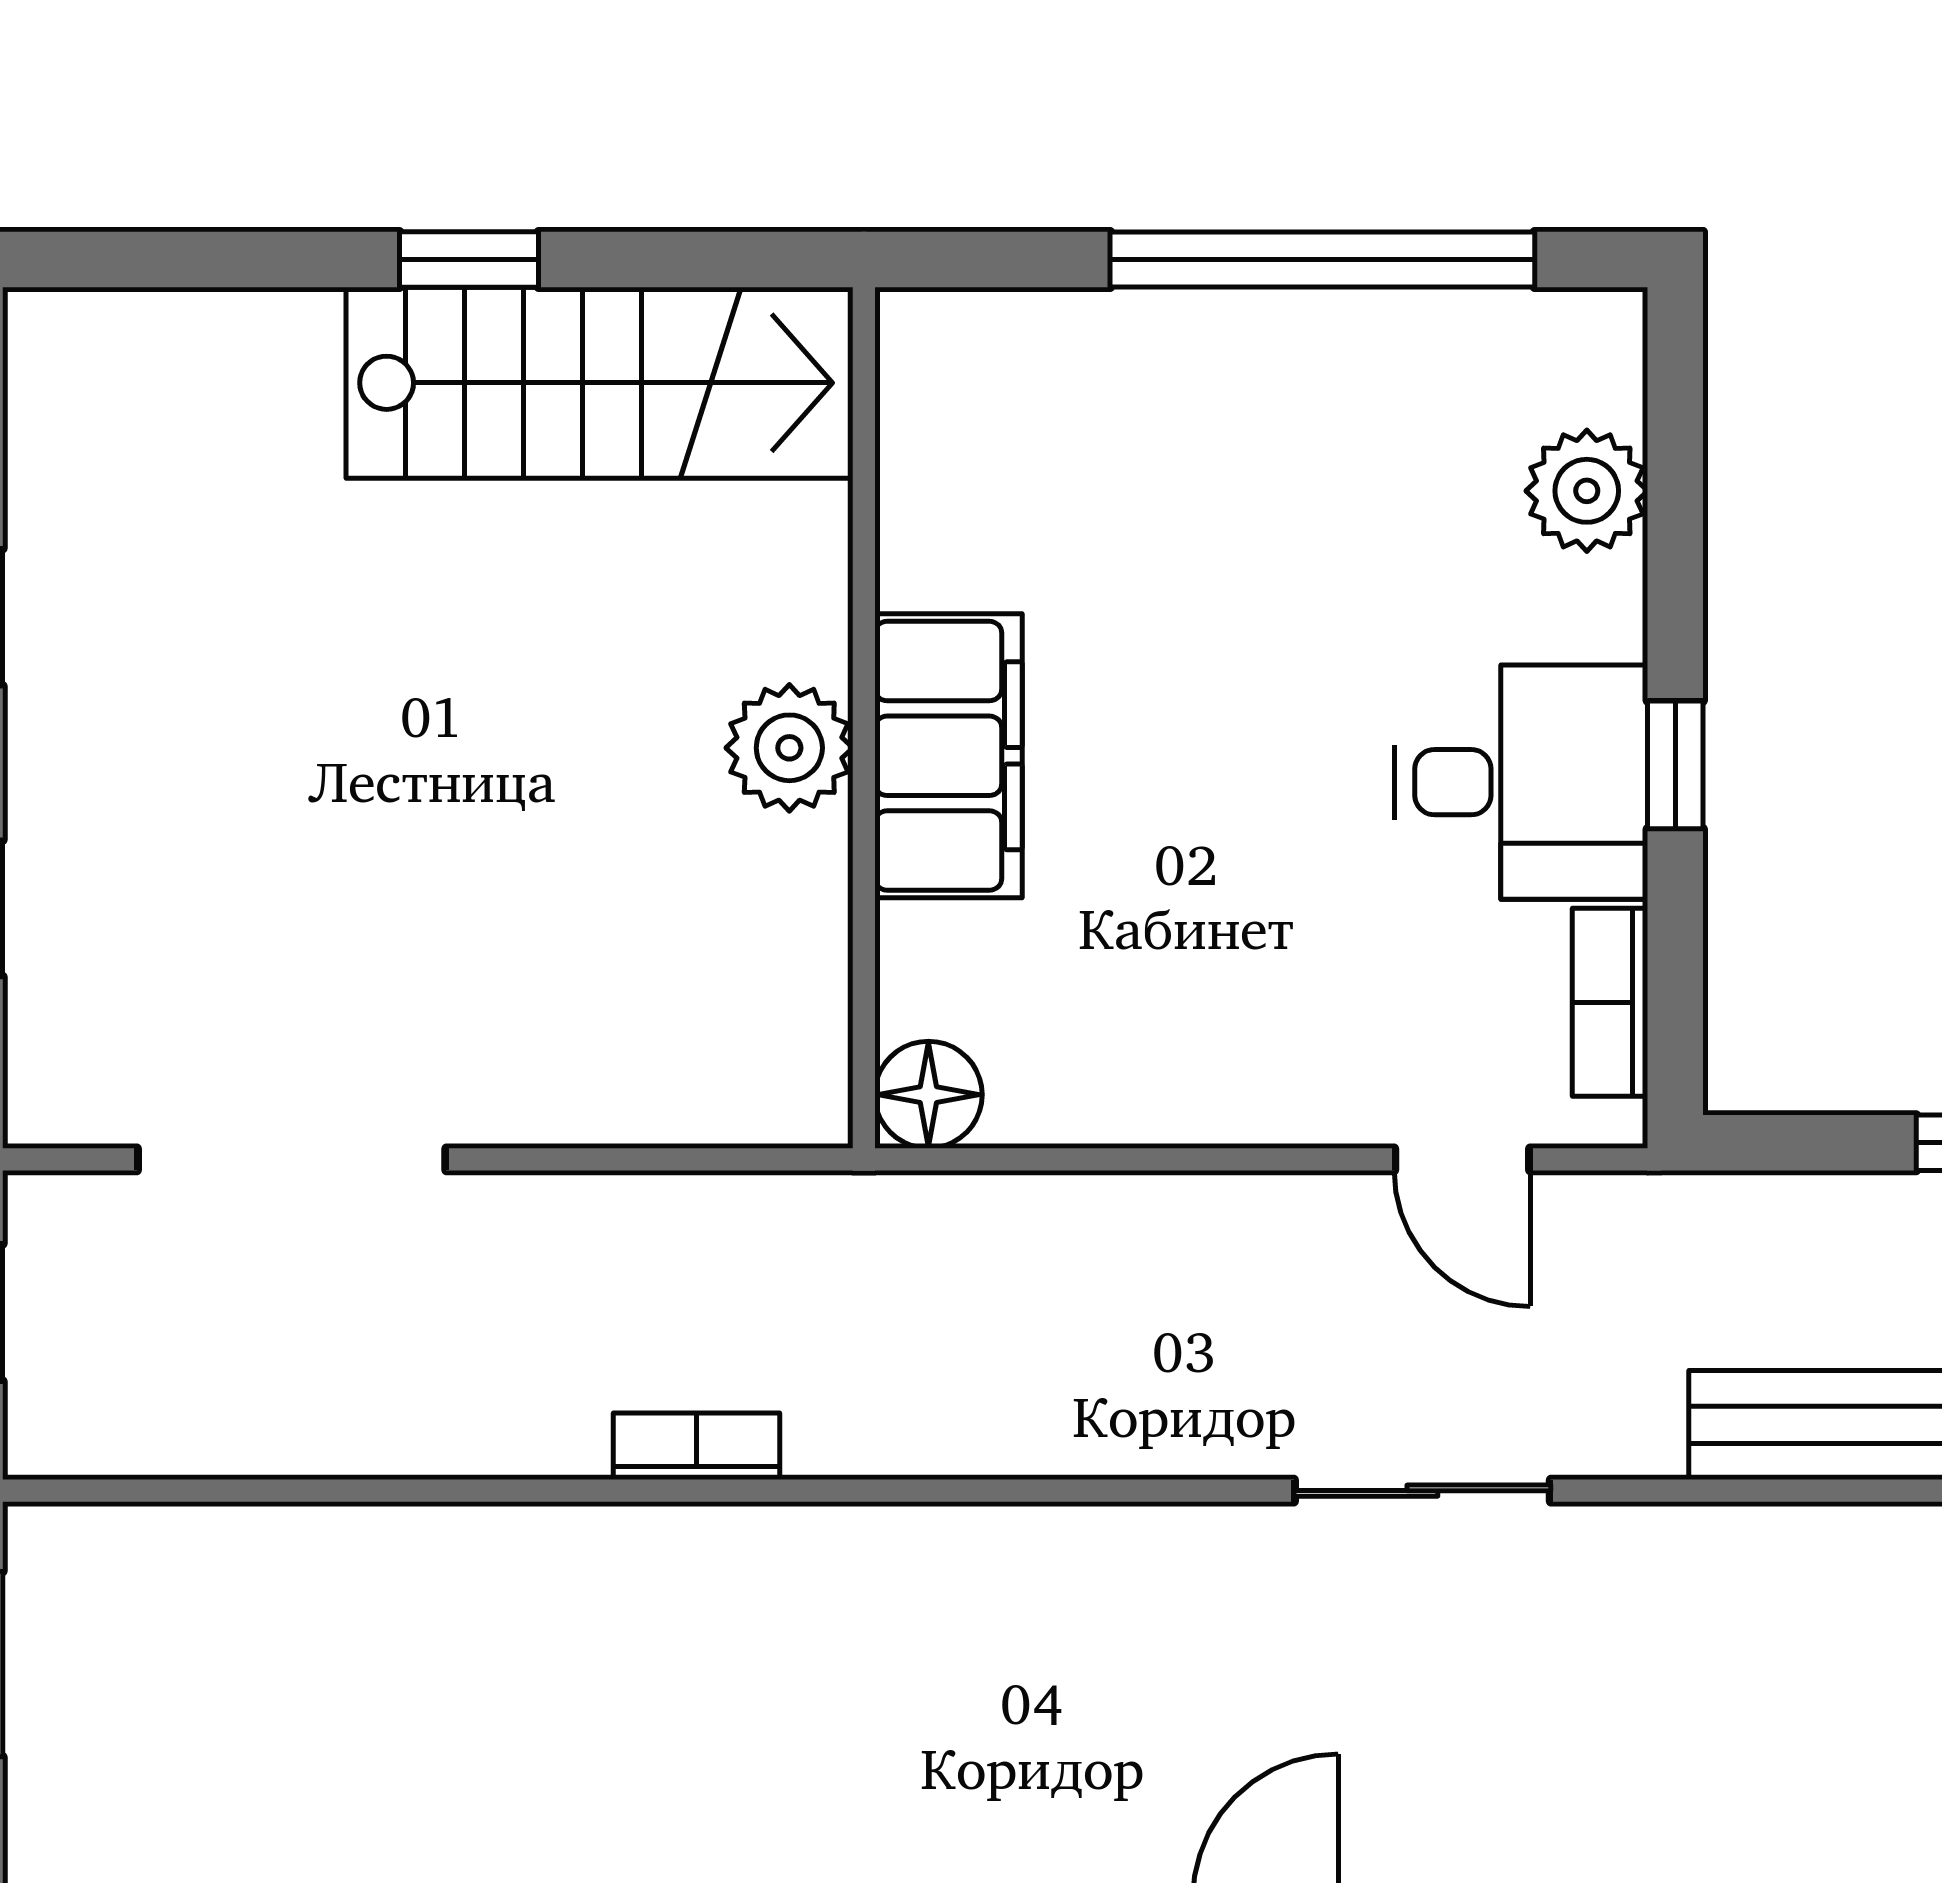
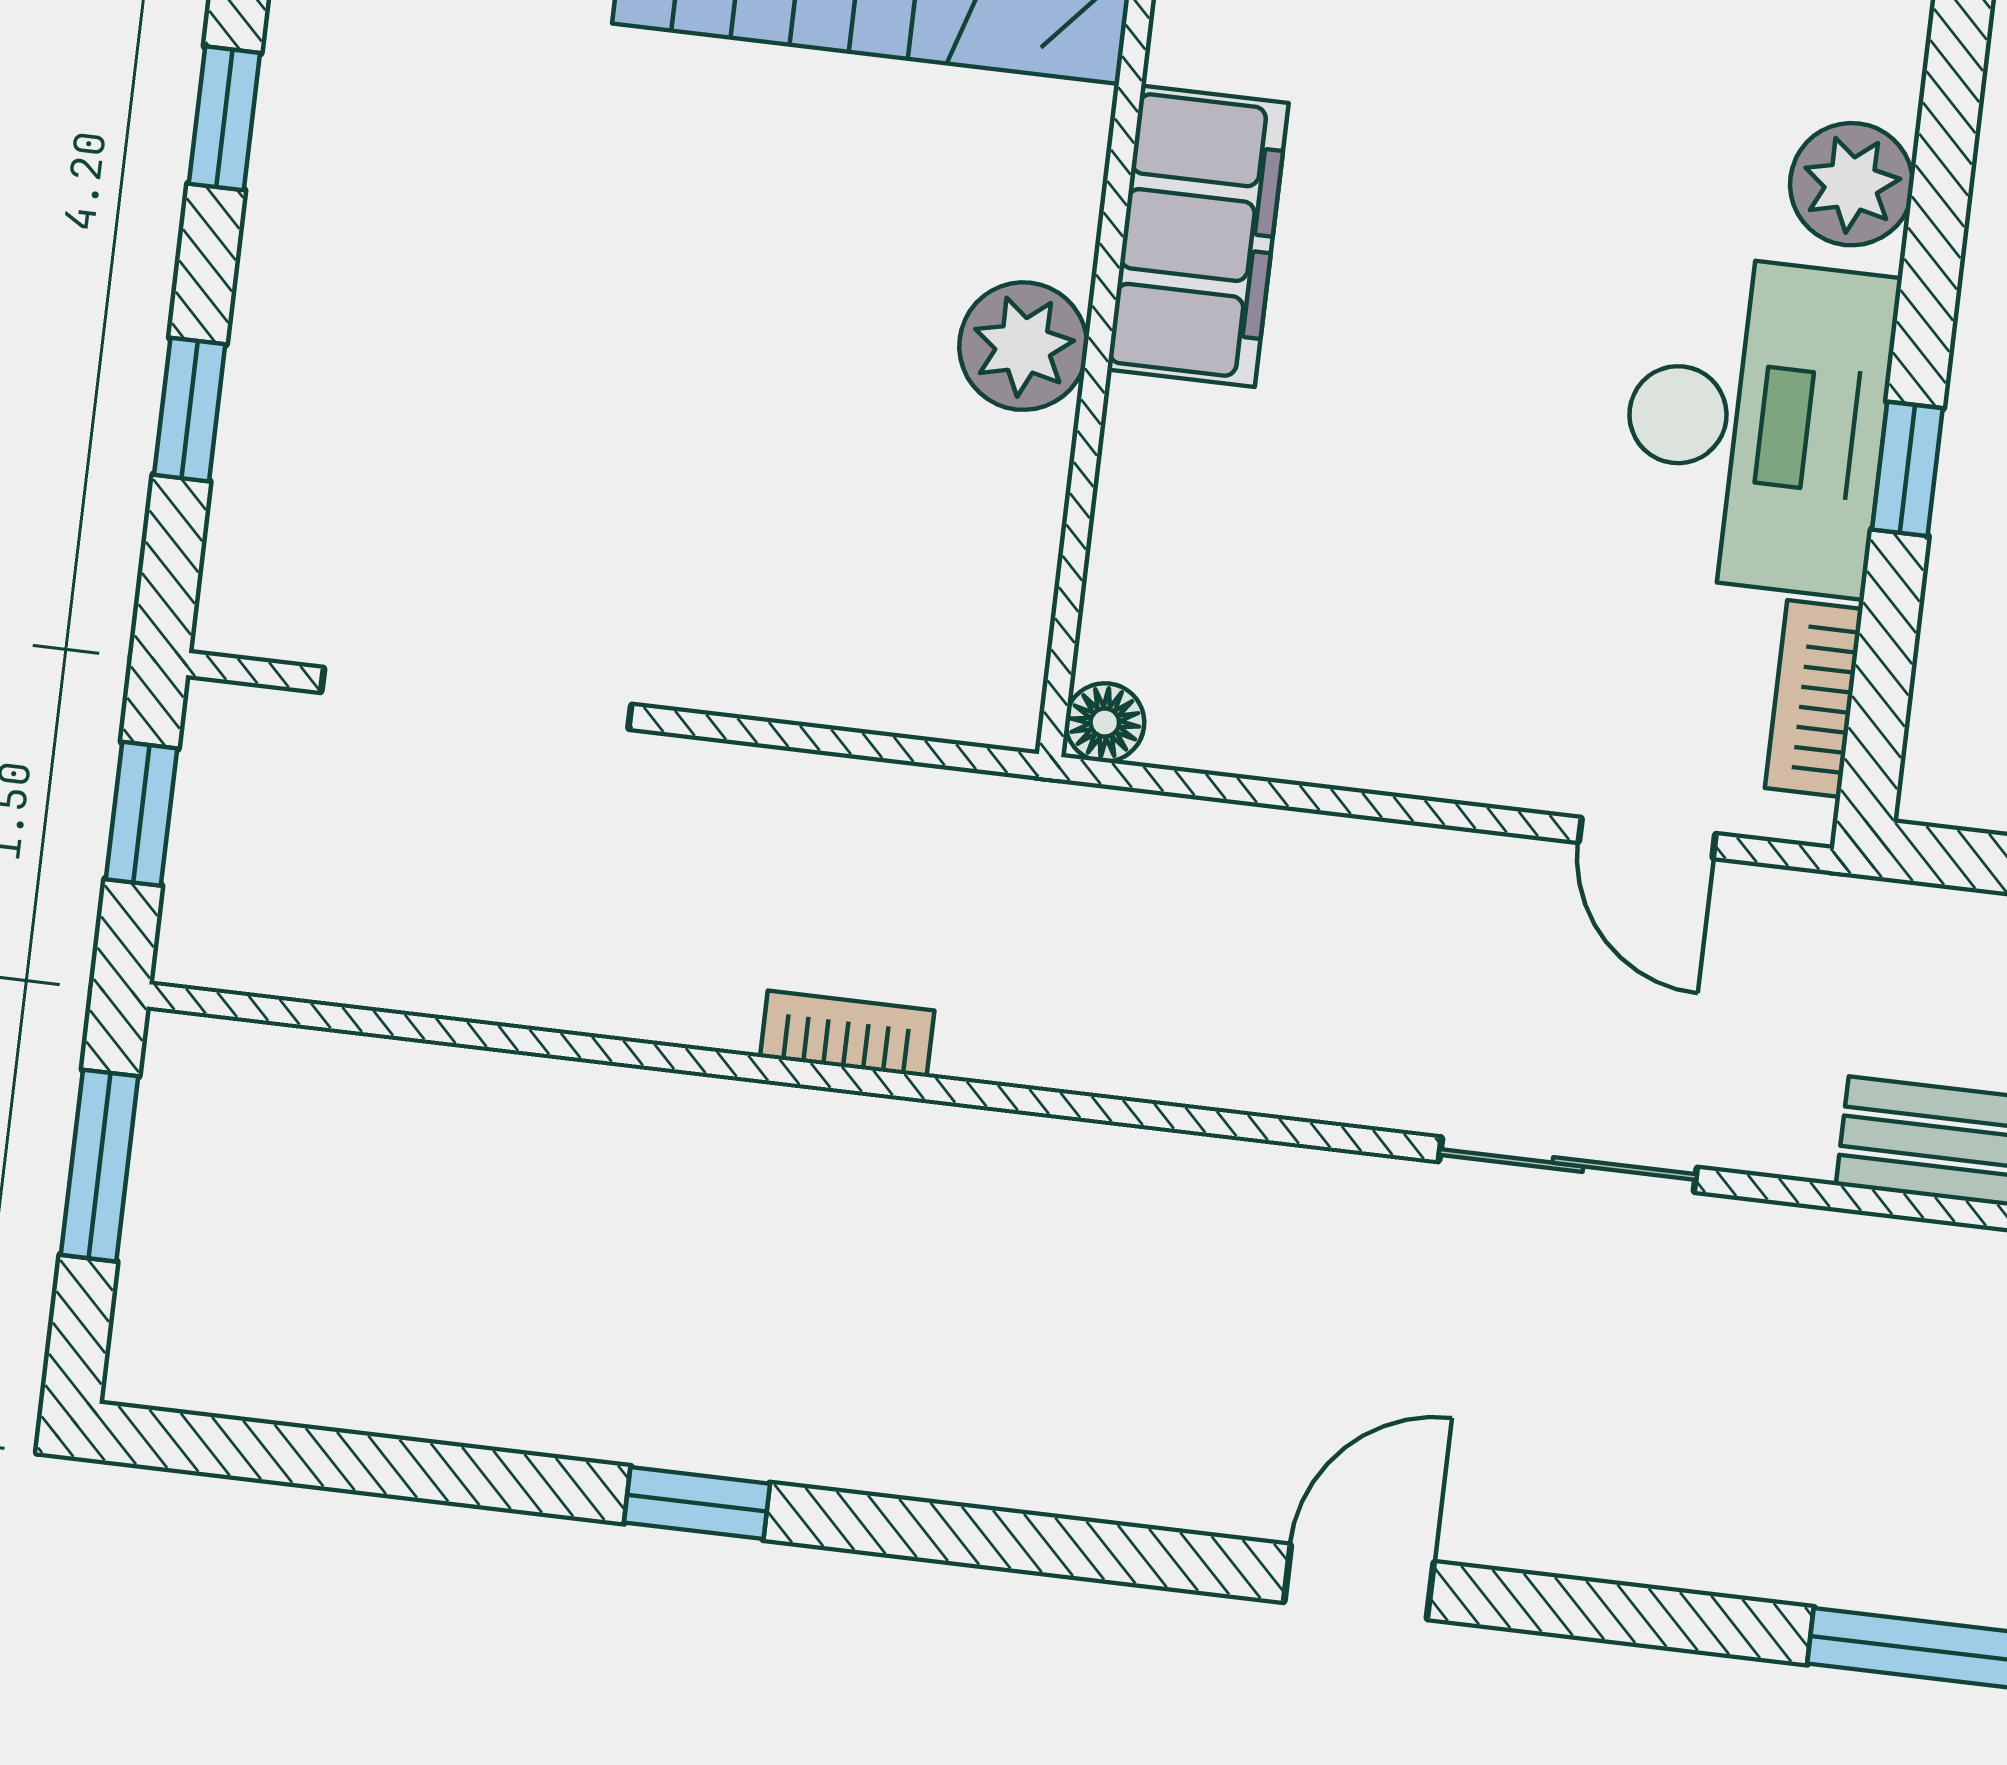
filing cabinet: (949, 756) -> (1198, 236), moved
desk: (1521, 782) -> (1756, 424), width x1.37
floor lamp: (928, 1095) -> (1105, 722), width x0.73, depth x0.73

